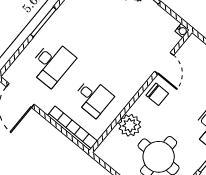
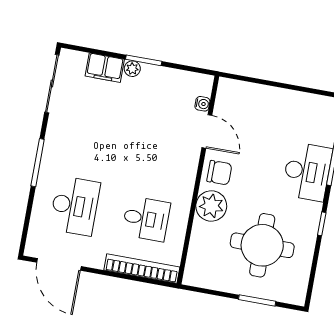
water cooler: (182, 31) -> (202, 104), moved
plant: (130, 125) -> (211, 206), moved

